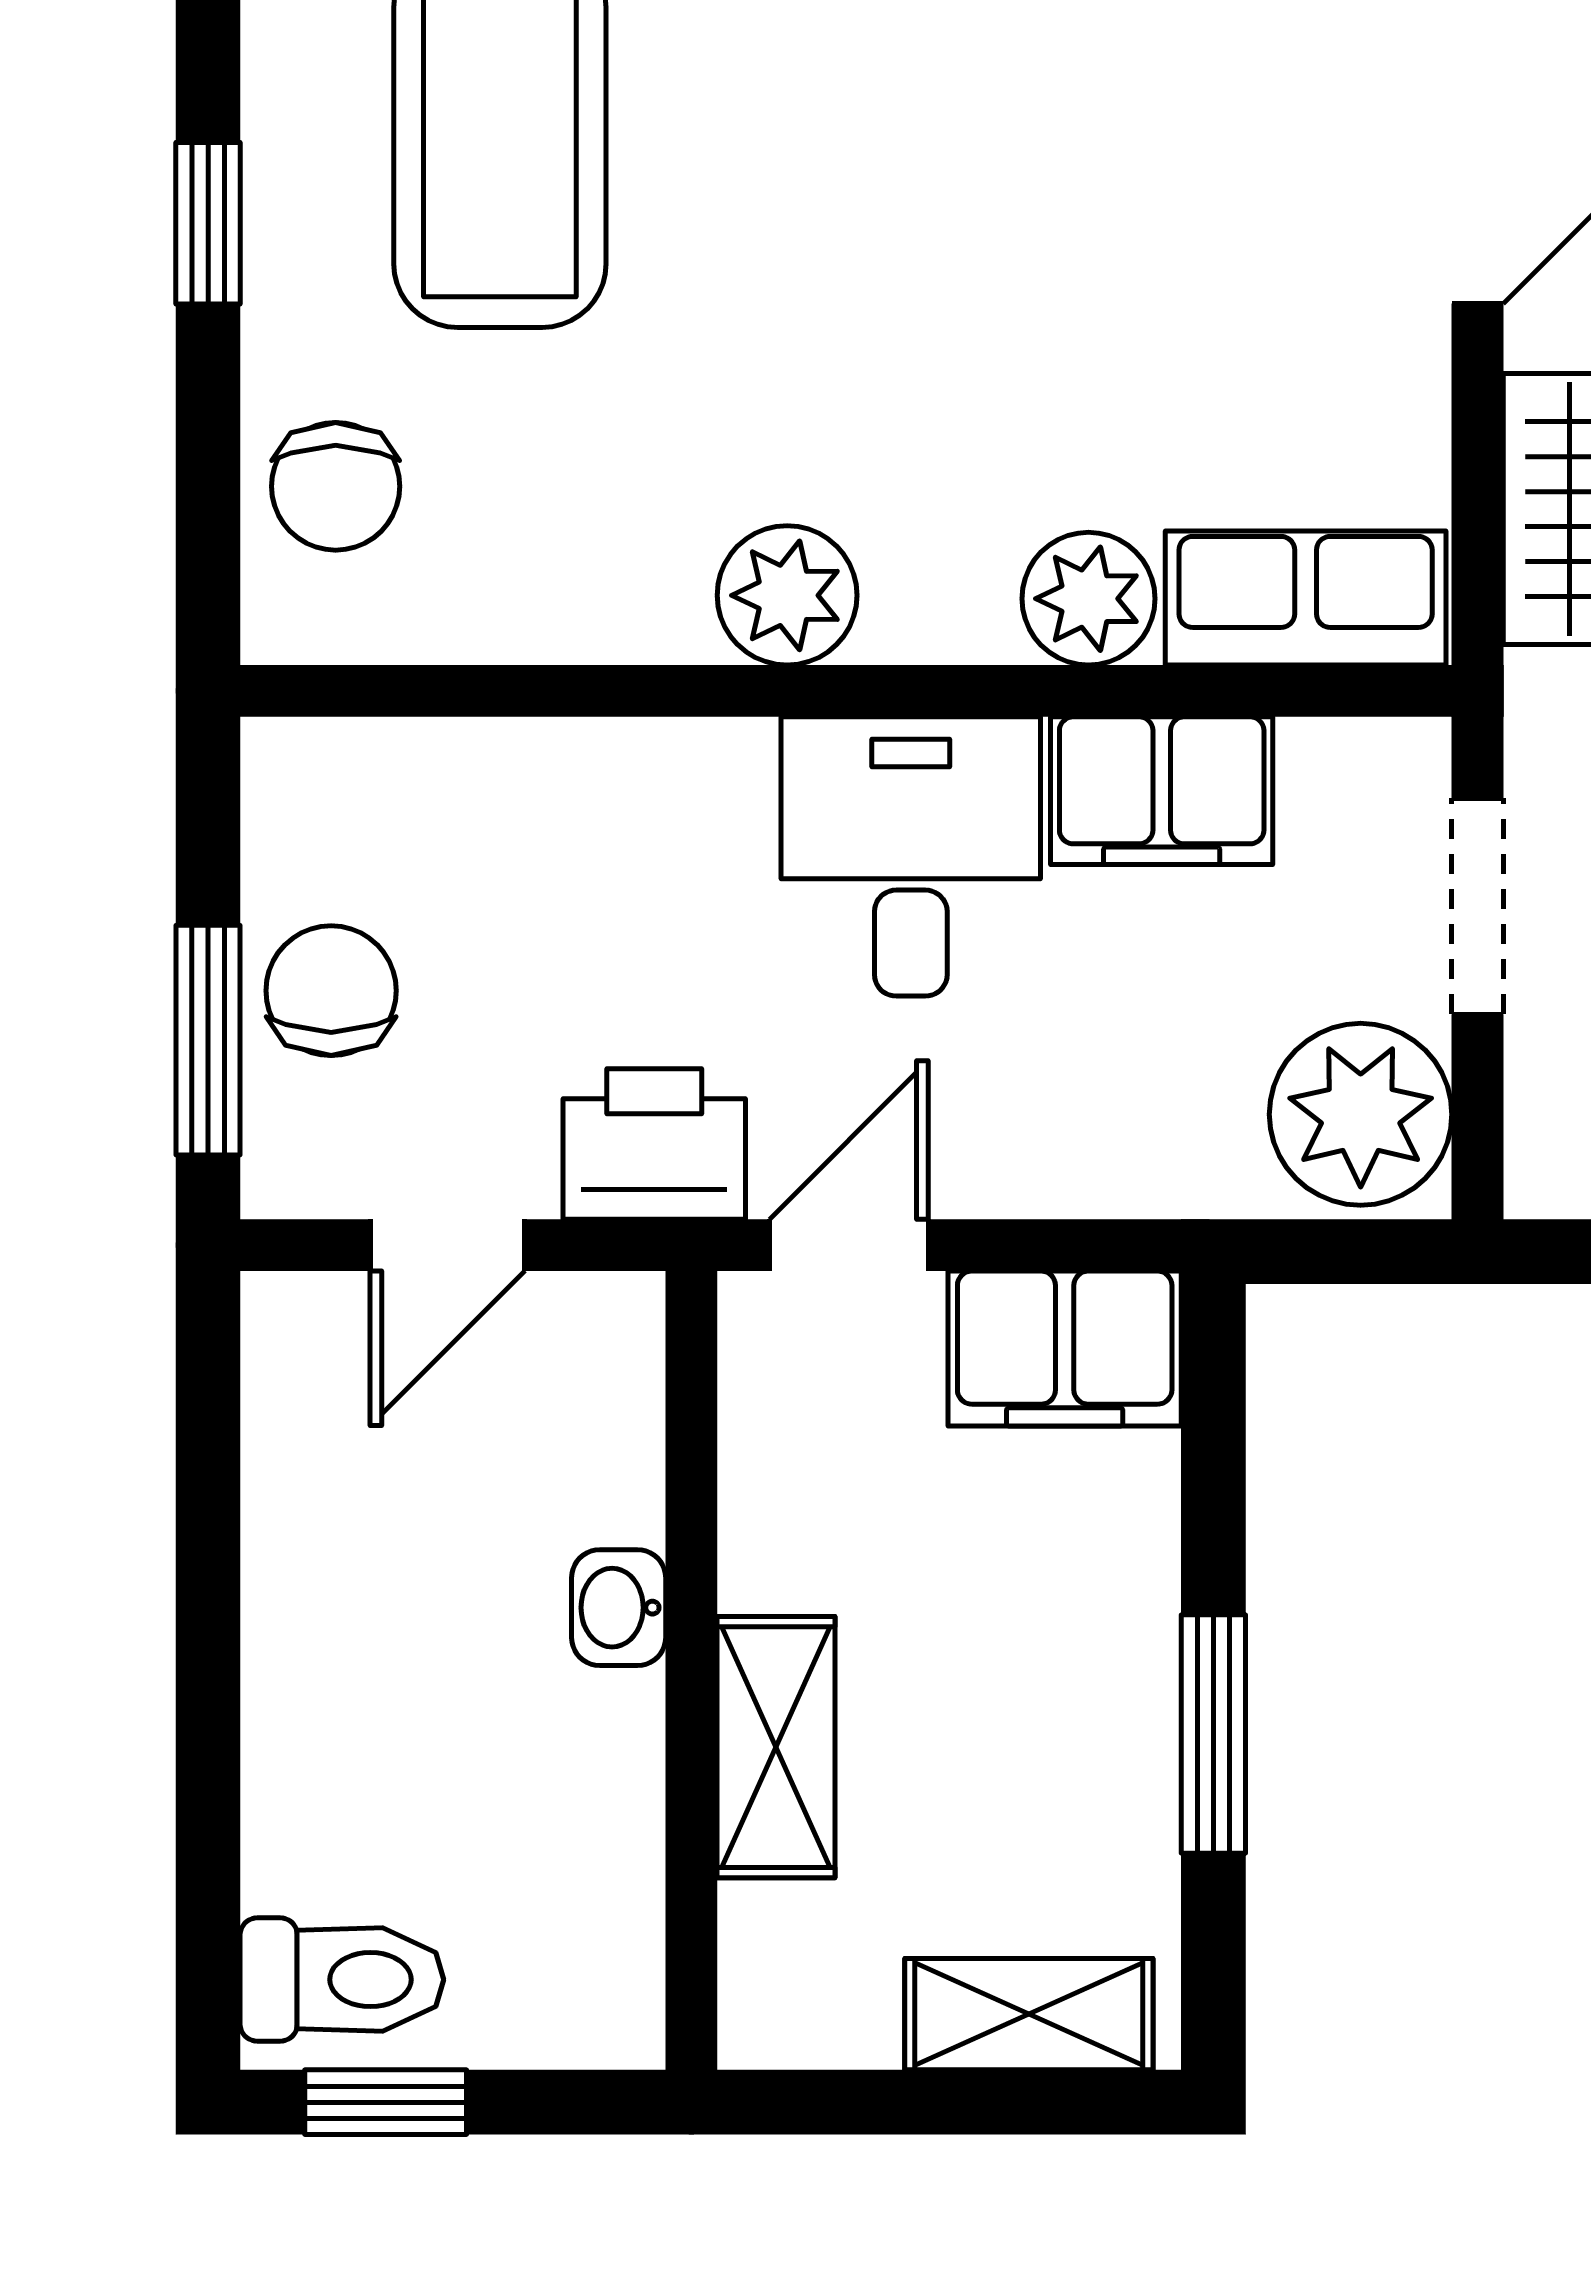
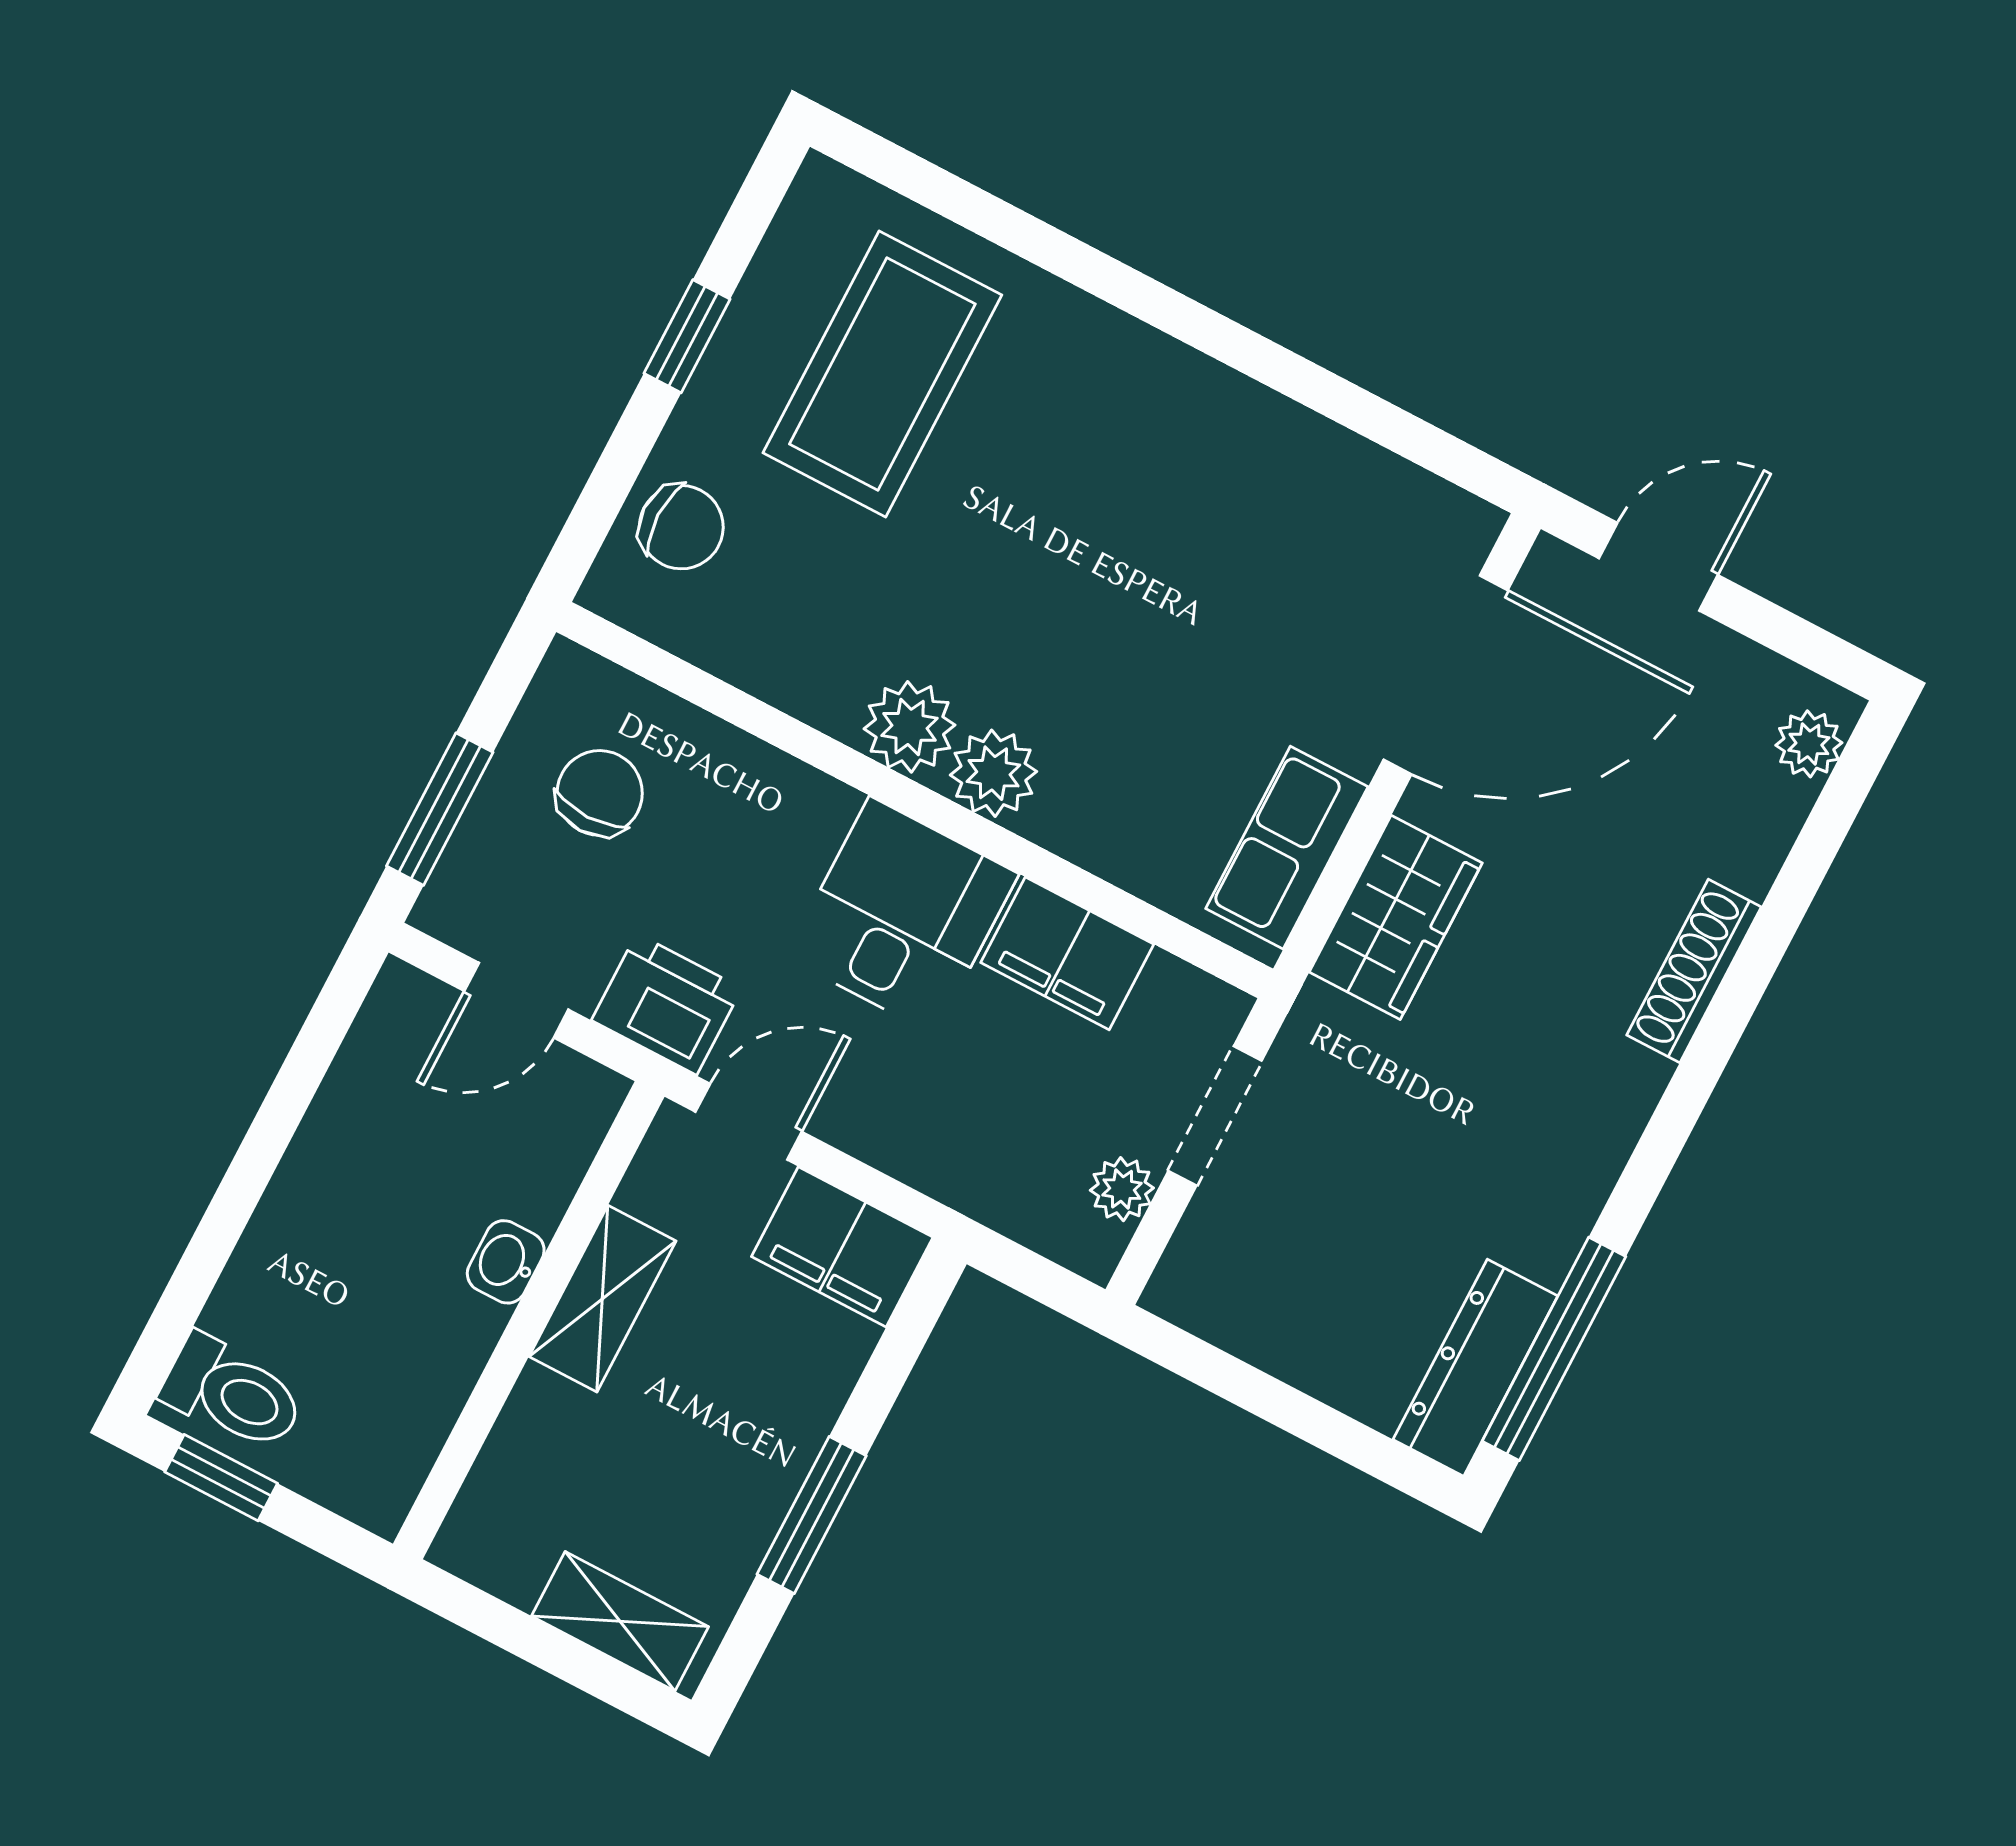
chair: (336, 486) -> (681, 527), turned -90
row of seats: (1306, 598) -> (1287, 848), moved, turned -90
plant: (1088, 599) -> (993, 773), moved
chair: (331, 991) -> (600, 793), moved
plant: (1361, 1114) -> (1122, 1189), width x0.53, depth x0.53
shelving: (776, 1747) -> (602, 1299), moved

